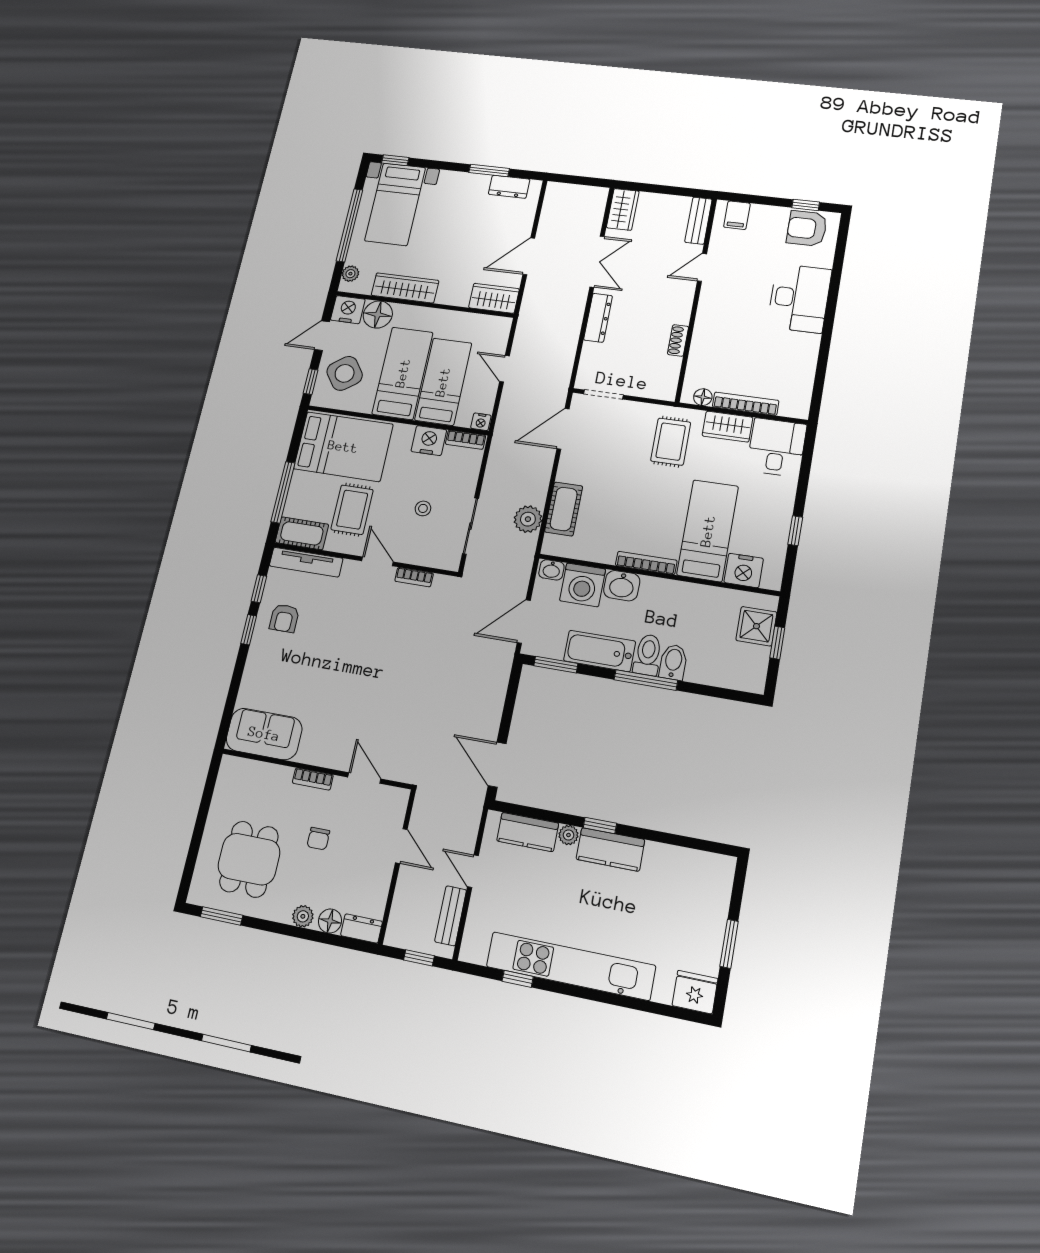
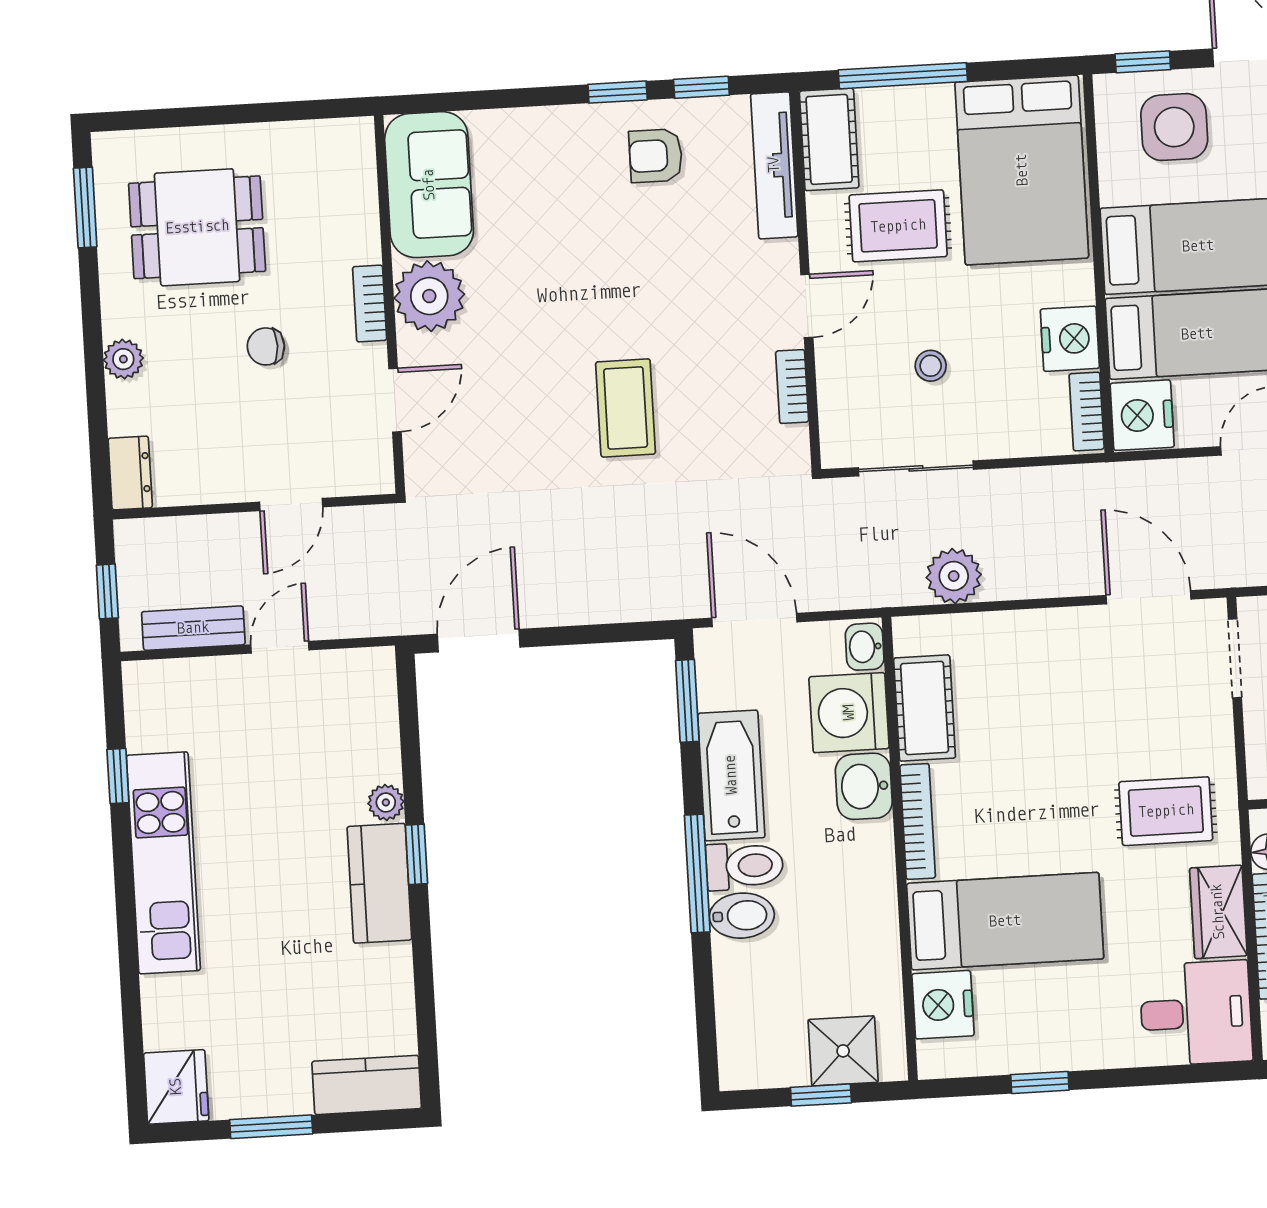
side table: (345, 373) -> (1174, 127), turned 36
nightstand: (481, 422) -> (1142, 415), width x1.89, depth x1.79
cot: (564, 509) -> (925, 708), moved, turned 90
coffee table: (401, 662) -> (626, 408), added
plant: (318, 747) -> (429, 296), added
kitchen counter: (528, 832) -> (367, 1085), moved, turned 90
floor lamp: (330, 921) -> (128, 412), removed
kitchen unit: (571, 966) -> (163, 863), width x0.73

